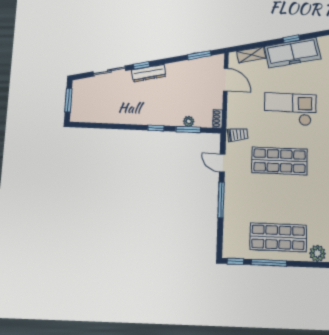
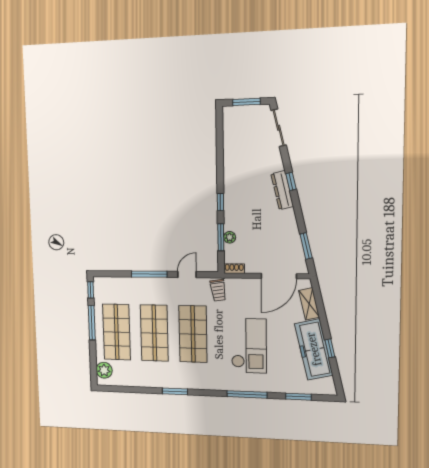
sliding door: (109, 71) -> (279, 128), moved
door: (226, 80) -> (279, 276), width x1.36
shop shelf: (279, 199) -> (154, 333), added

